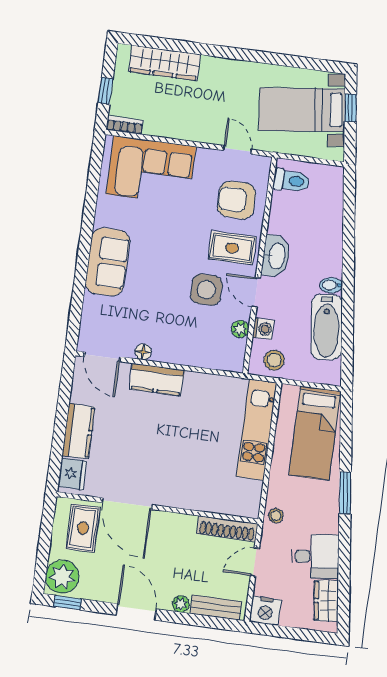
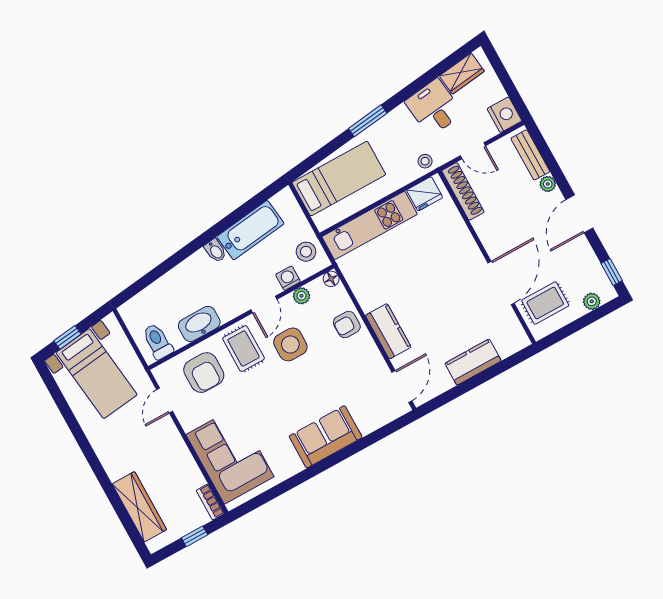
washbasin: (276, 256) -> (199, 324), moved
armchair: (188, 349) -> (347, 325), added
floor lamp: (143, 352) -> (331, 279), moved
fridge: (72, 474) -> (425, 194), moved, turned 180
plant: (62, 577) -> (592, 301), width x0.53, depth x0.53

